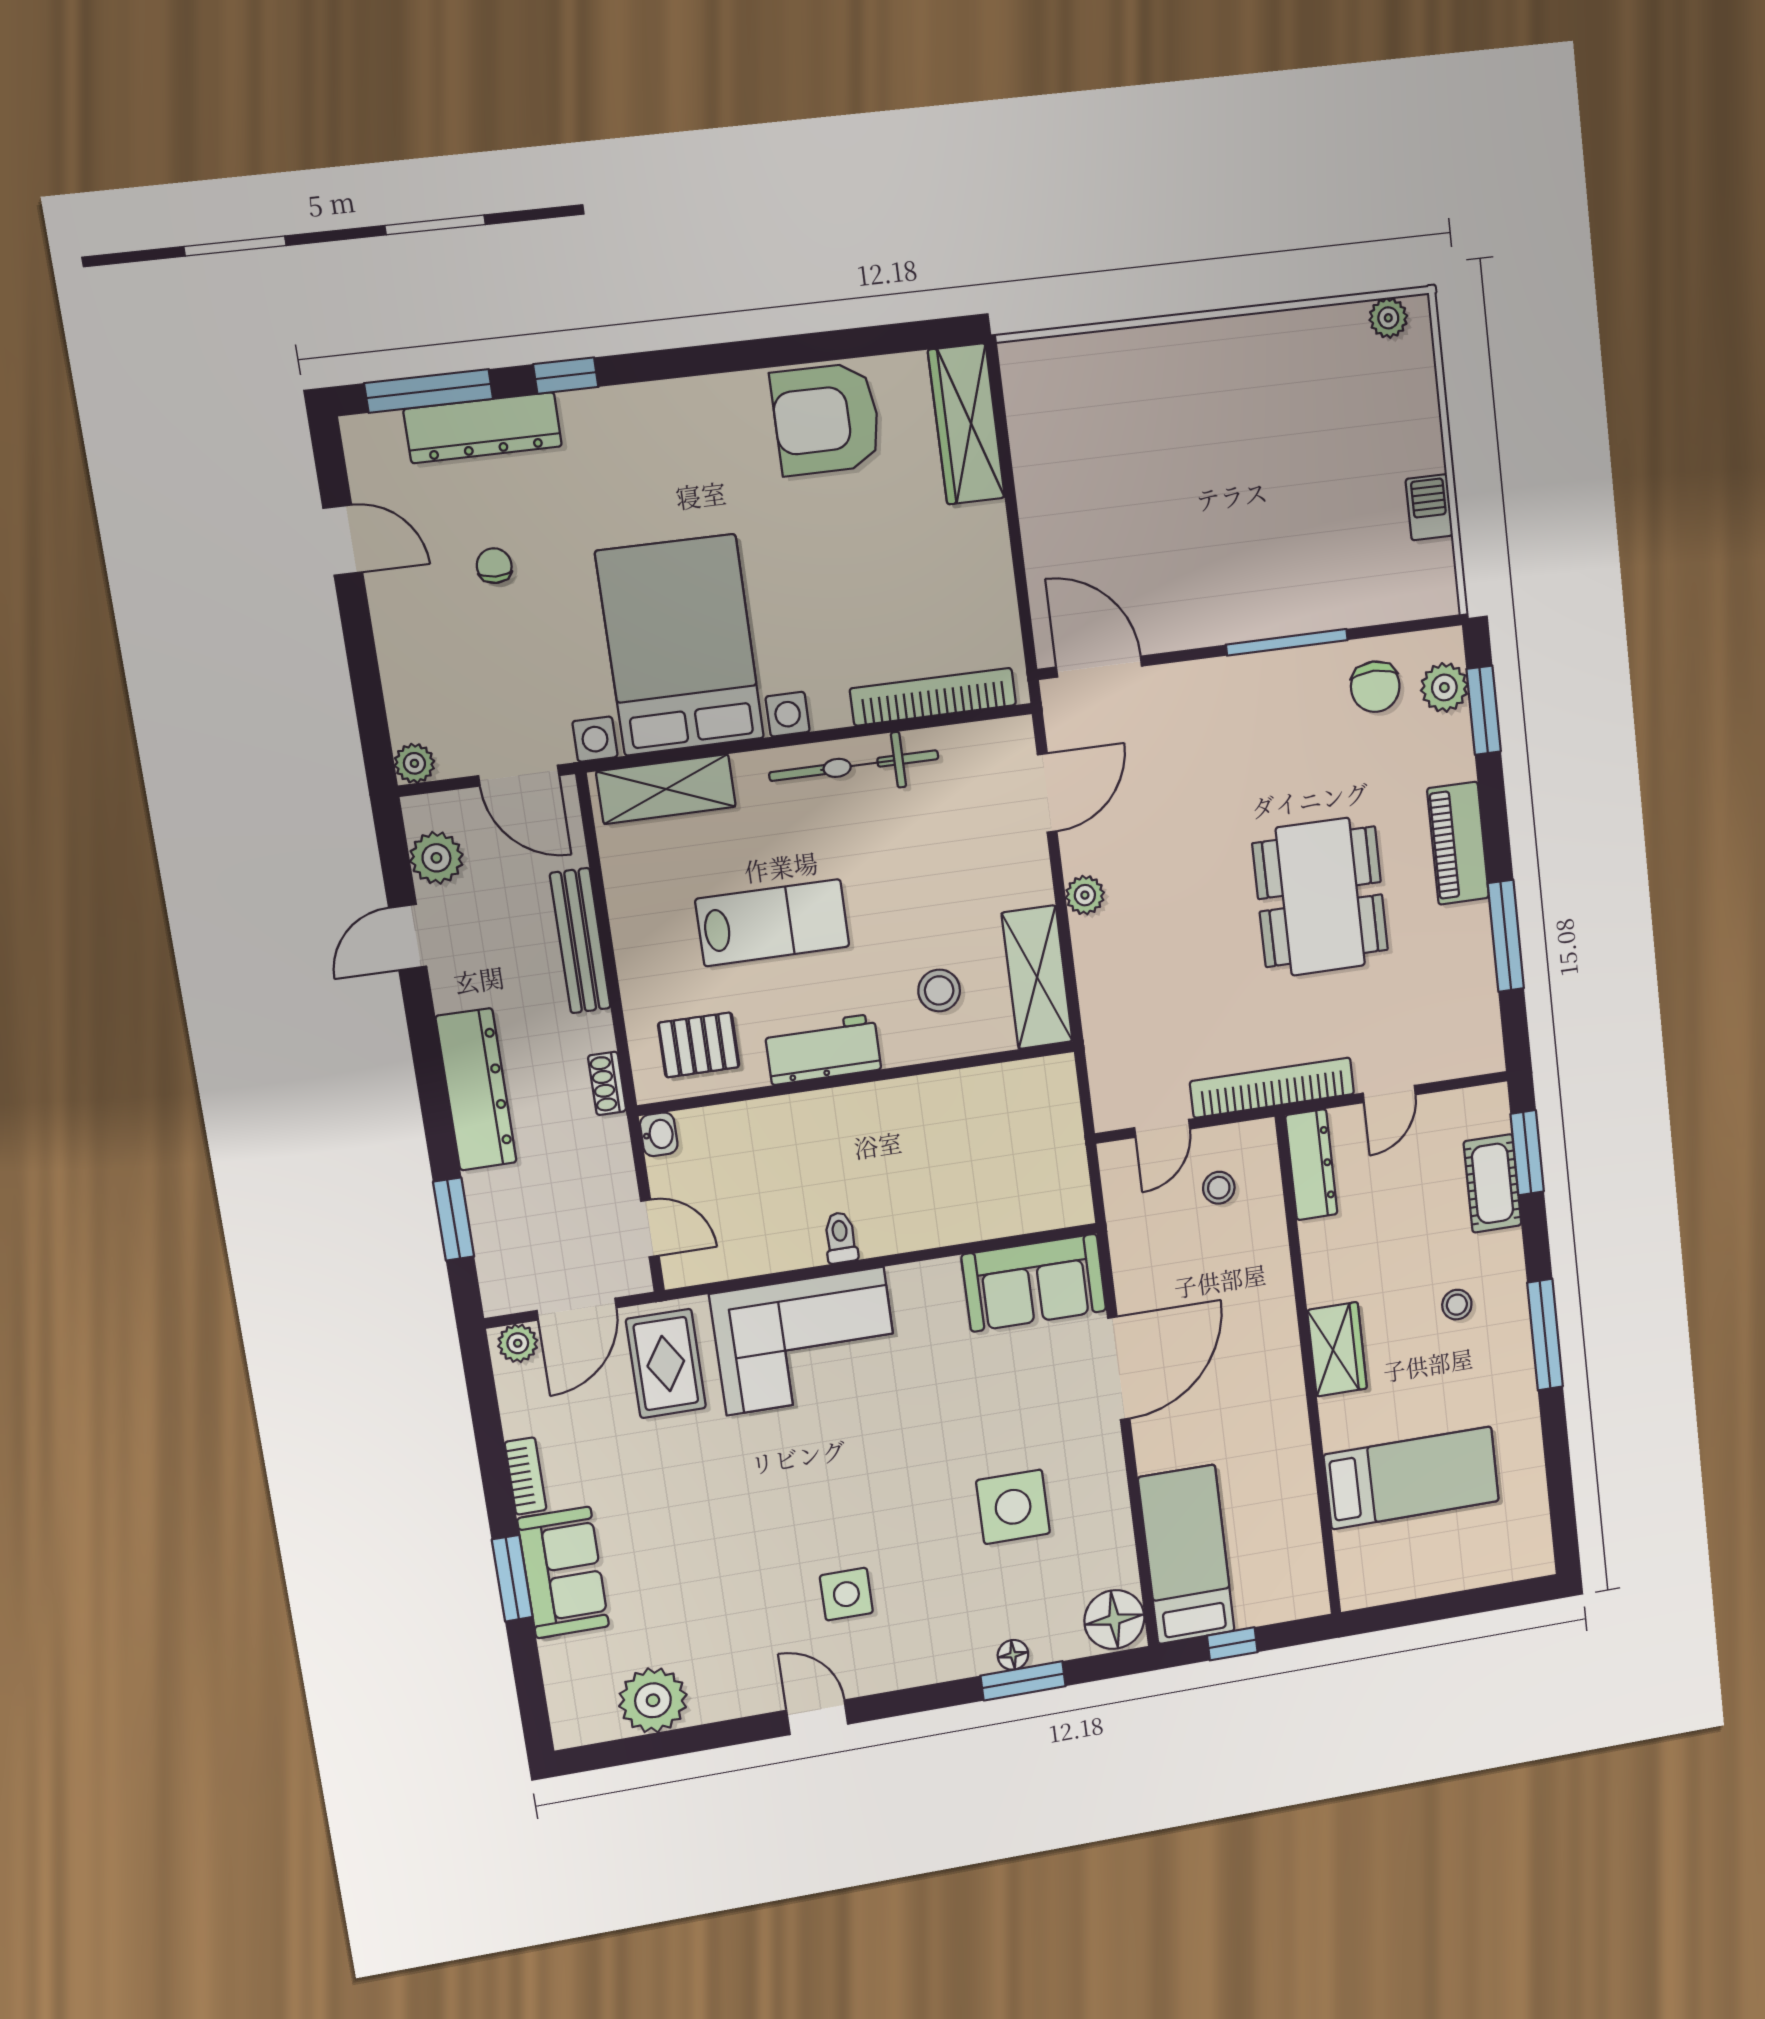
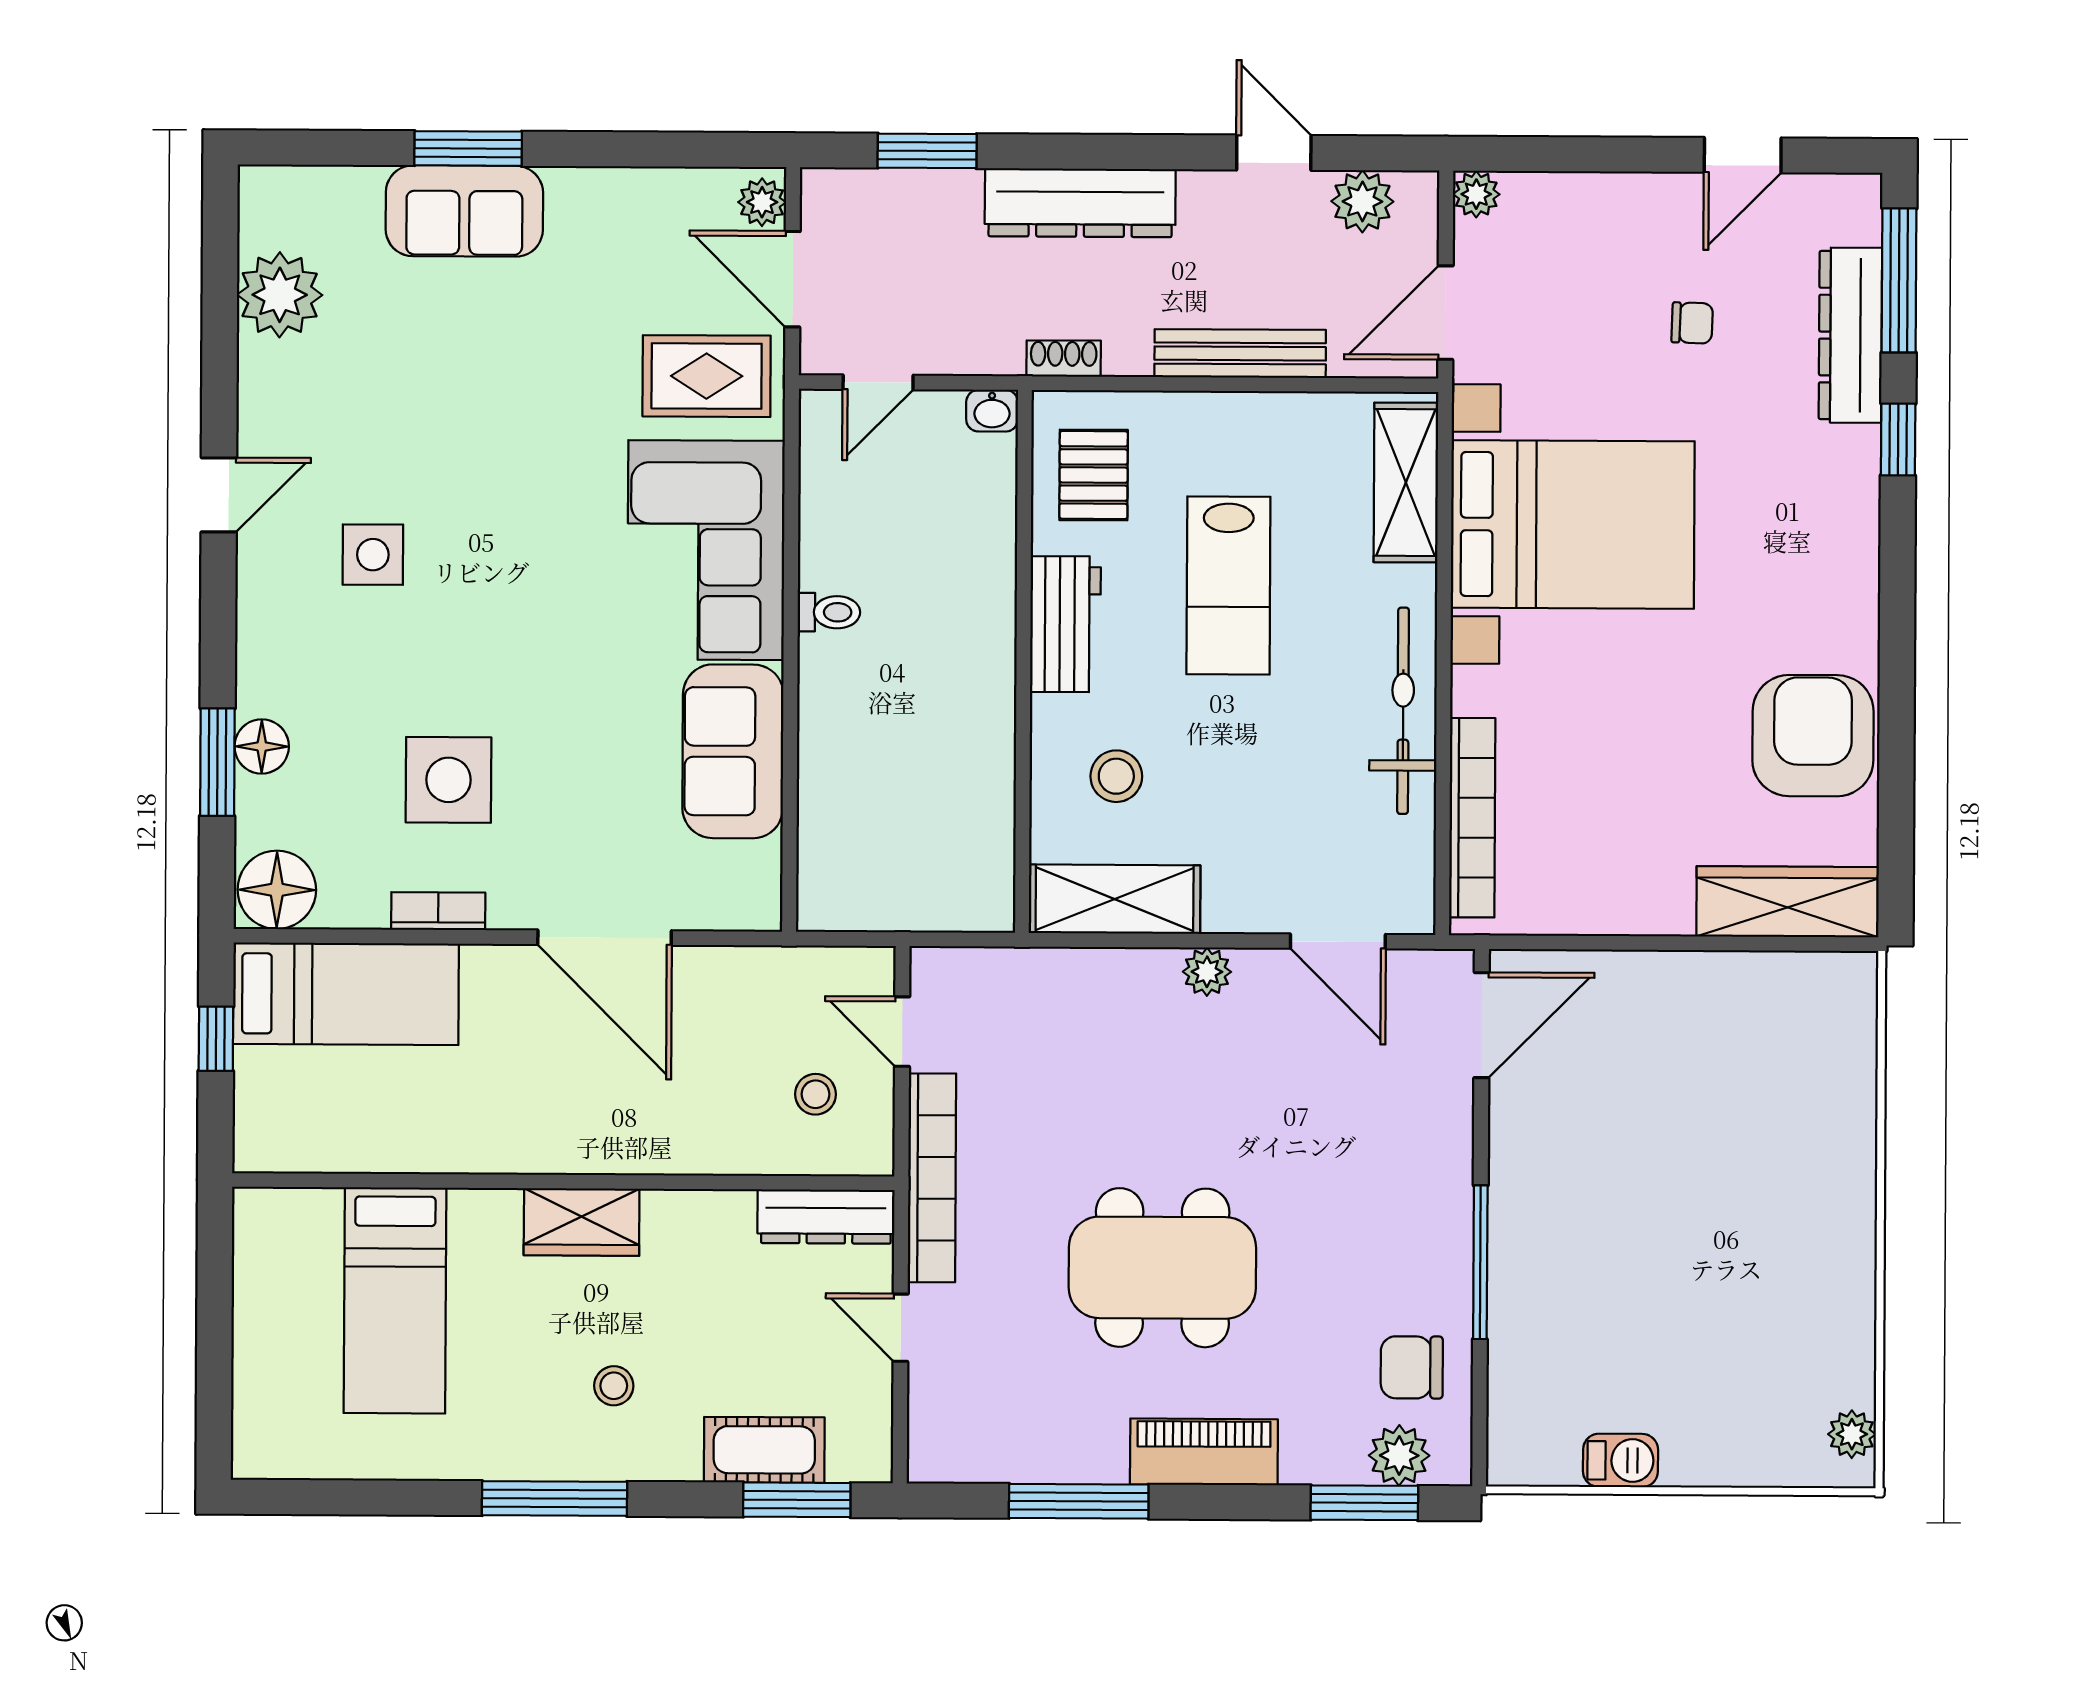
sofa: (1034, 1283) -> (733, 751), moved
bookcase: (525, 1476) -> (438, 911), moved, turned 180
floor lamp: (1013, 1655) -> (262, 746), width x1.37, depth x1.37

